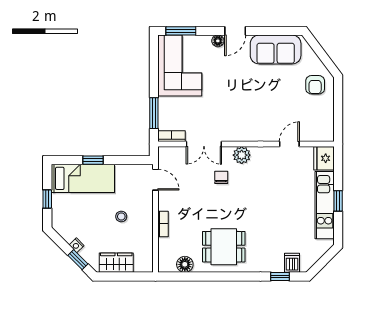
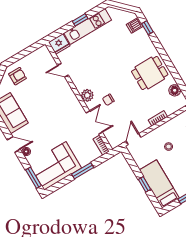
window: (154, 113) -> (83, 171), moved
dining table: (224, 247) -> (150, 73), turned 90

